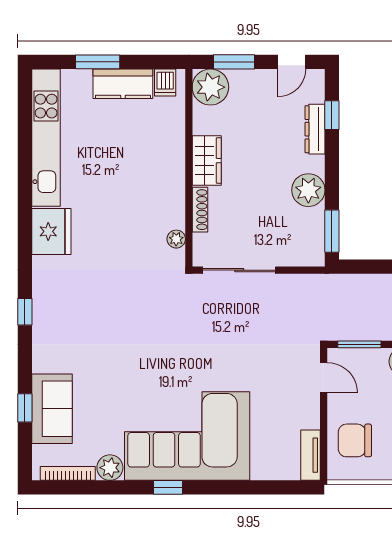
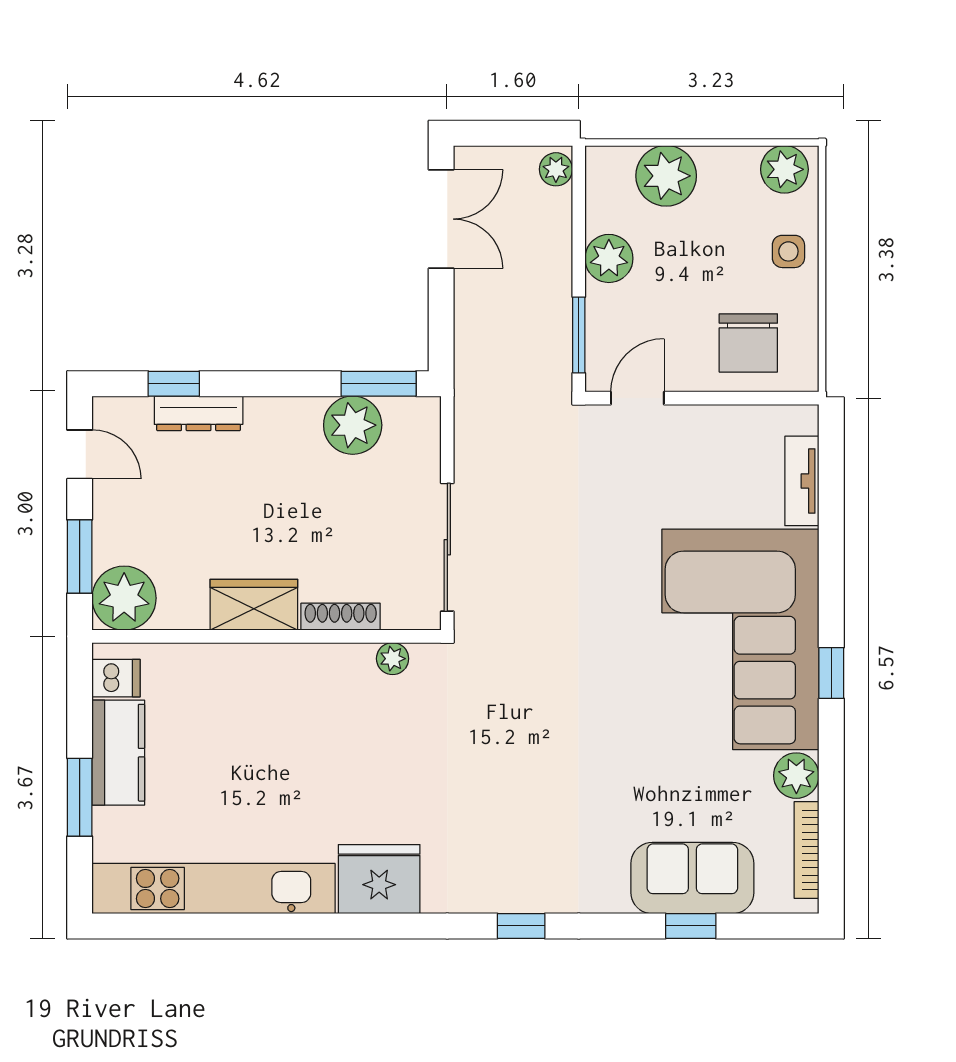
plant: (308, 190) -> (353, 425), moved
tv unit: (310, 455) -> (802, 481), moved, turned 90

